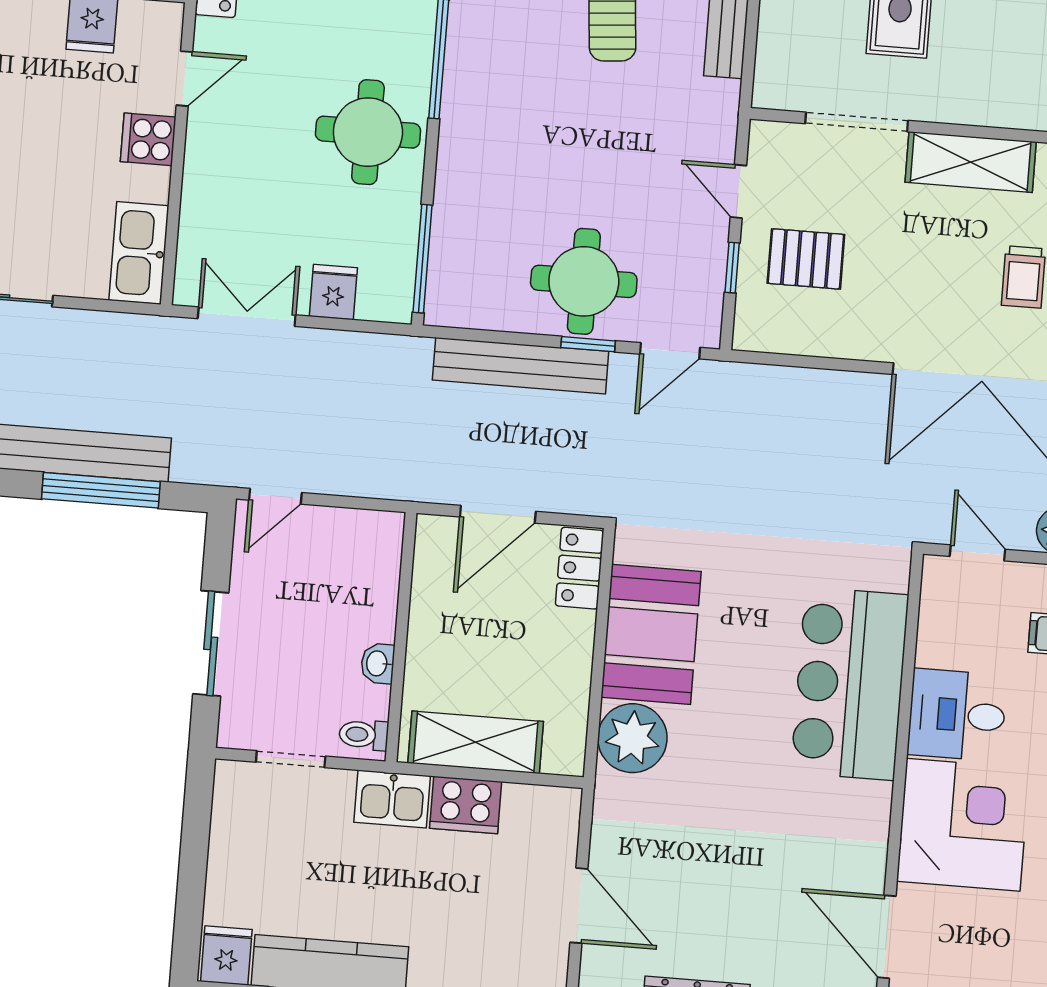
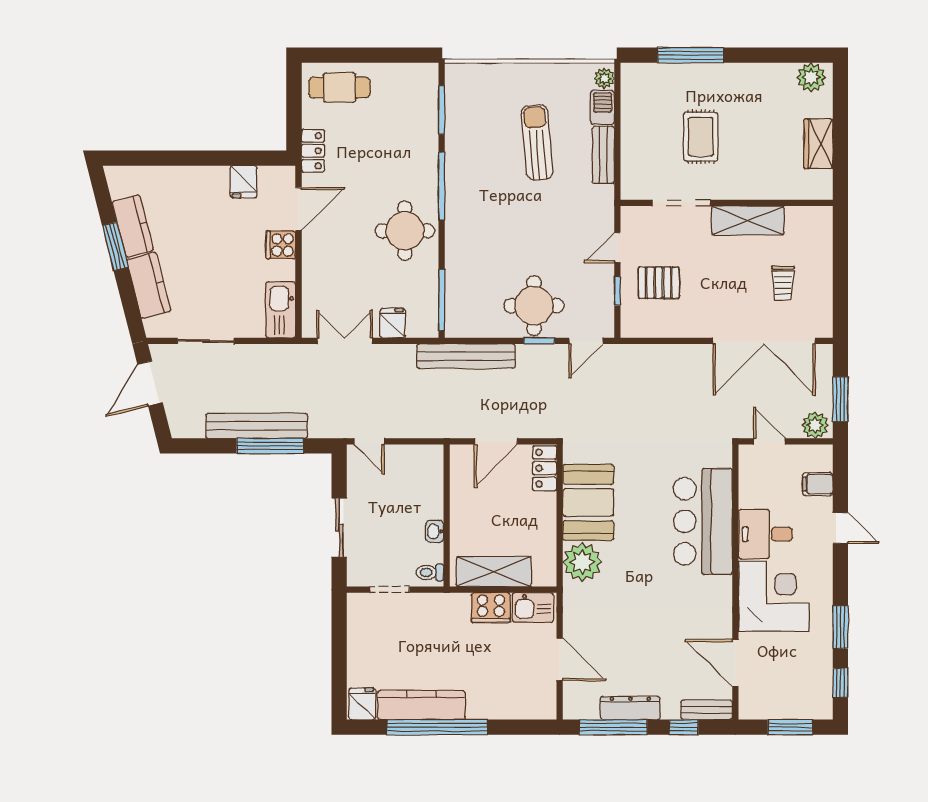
door: (184, 79) -> (298, 209), width x1.38
door: (738, 191) -> (617, 248), hinge flipped
bench: (521, 366) -> (466, 356), moved
door: (275, 496) -> (369, 441), hinge flipped
kitchen sink: (392, 799) -> (533, 608), moved

